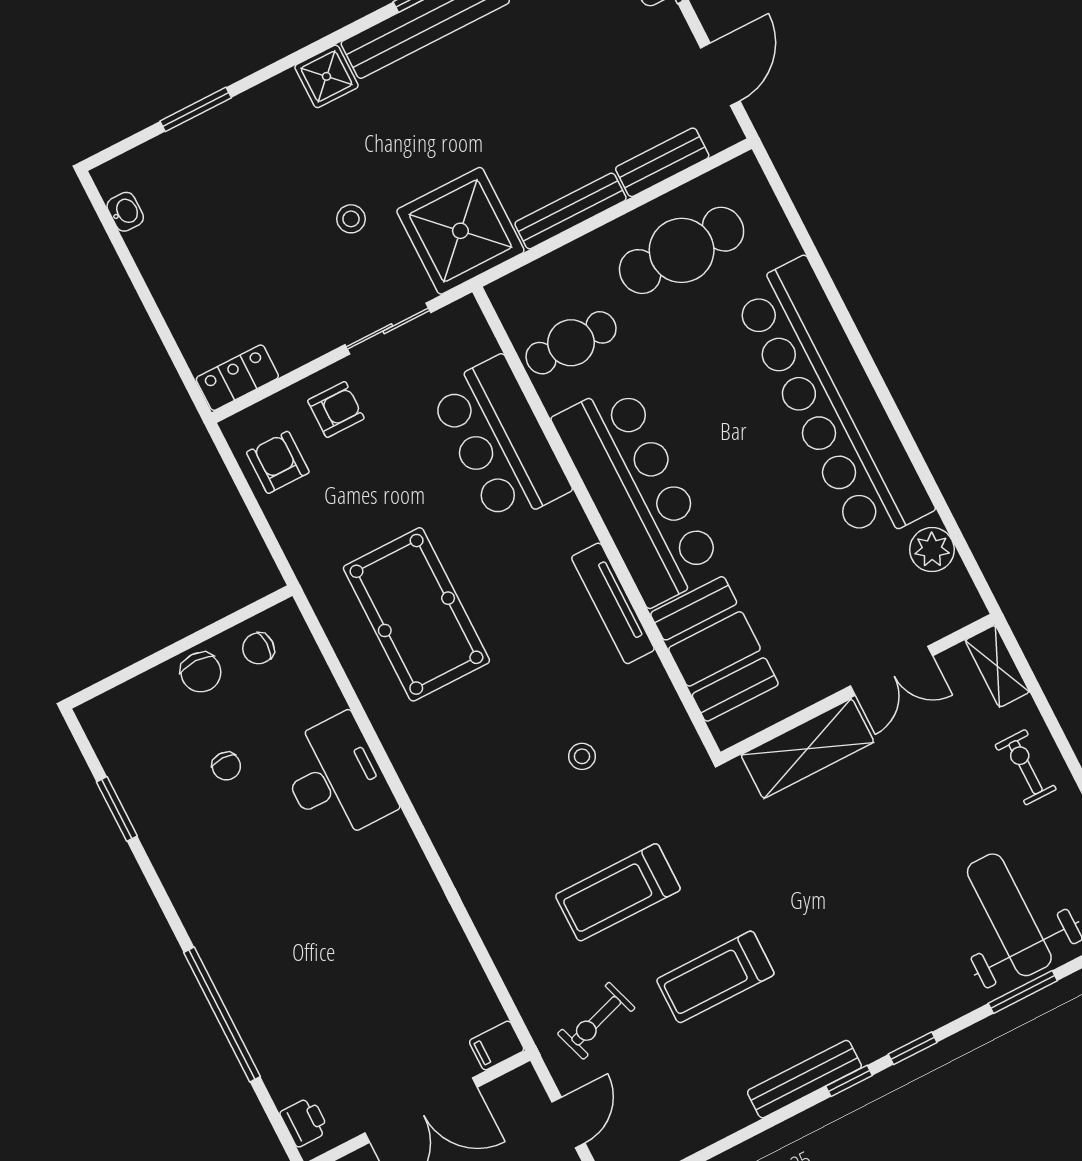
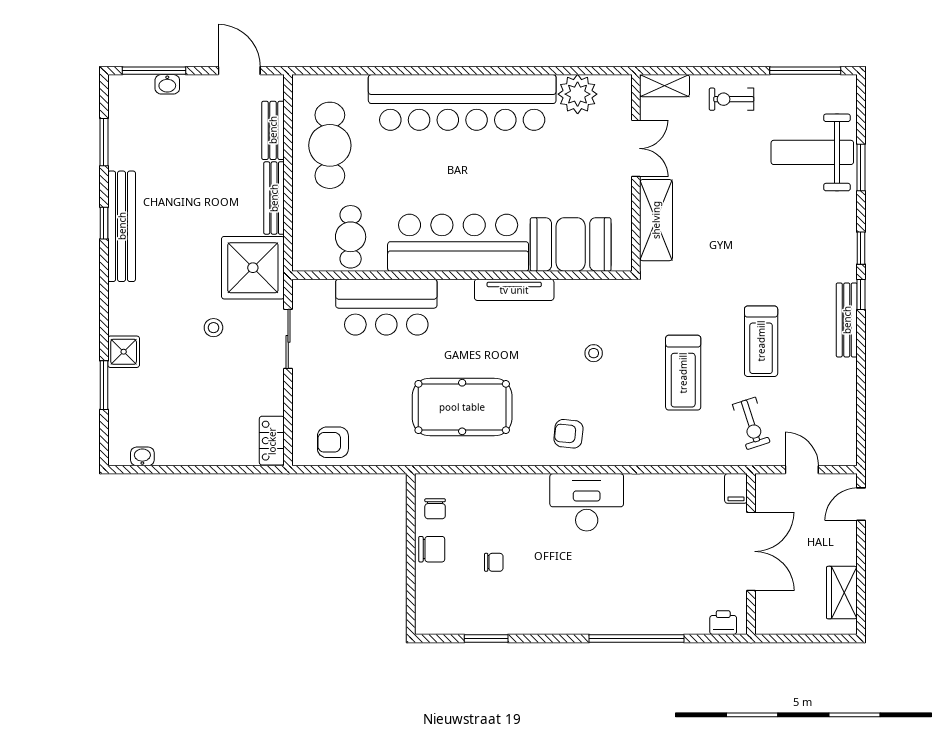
shower: (326, 76) -> (124, 352), moved
armchair: (336, 409) -> (568, 434), moved, turned -84
plant: (932, 550) -> (578, 94), width x1.36, depth x1.36
desk: (336, 778) -> (587, 502), moved

